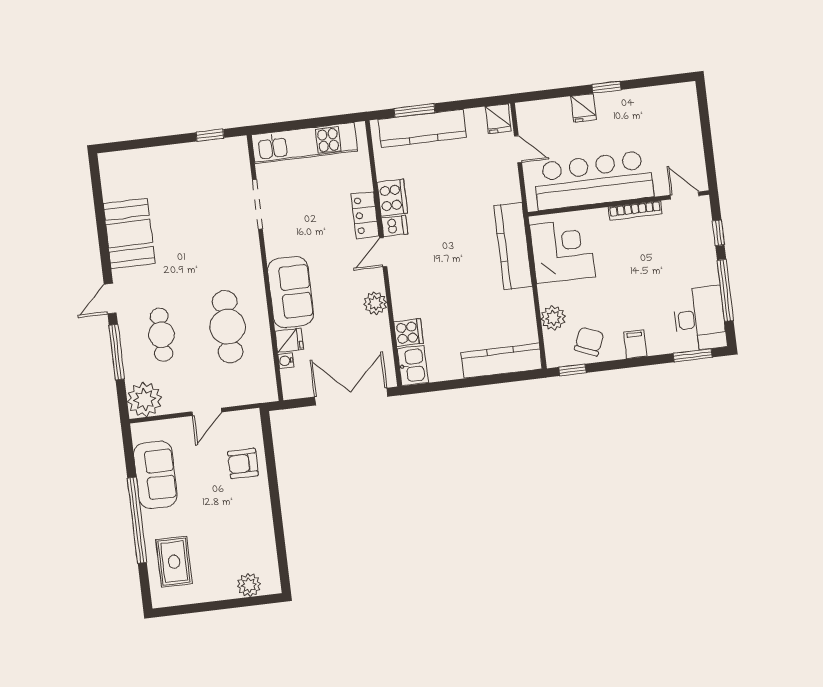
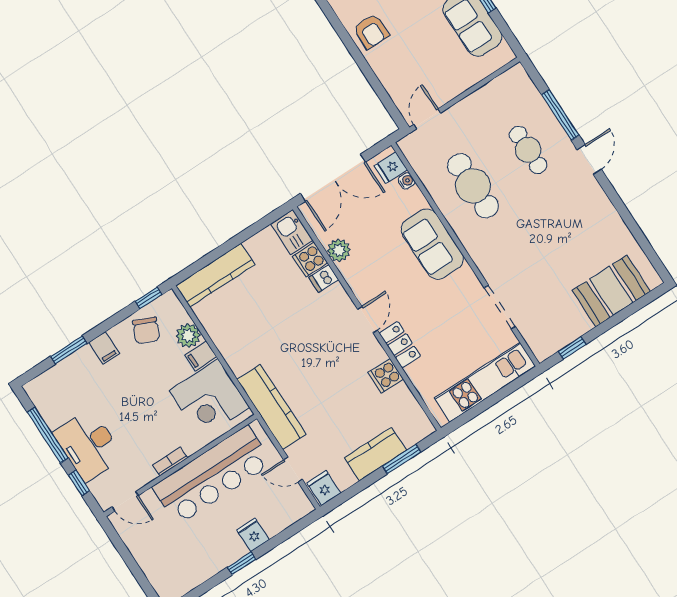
kitchen counter: (422, 128) -> (375, 454), width x0.67
cooker: (392, 198) -> (386, 376), width x0.73
bookcase: (635, 211) -> (170, 461), width x0.64
dishwasher: (395, 226) -> (324, 279), moved
booth: (129, 233) -> (611, 291), moved, turned 90
kitchen counter: (513, 246) -> (271, 407), moved
filing cabinet: (551, 294) -> (201, 356), added
plant: (375, 303) -> (339, 250), moved
desk: (700, 319) -> (88, 445), moved
fridge: (289, 340) -> (391, 168), moved
window: (693, 355) -> (69, 350), moved
plant: (145, 400) -> (515, 85), removed
door: (207, 412) -> (427, 119), moved
armchair: (243, 463) -> (371, 31), moved, turned 90

